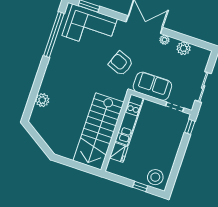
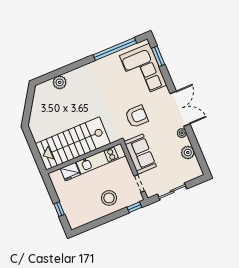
armchair: (121, 63) -> (137, 116), turned 69
stool: (155, 177) -> (109, 198), moved

